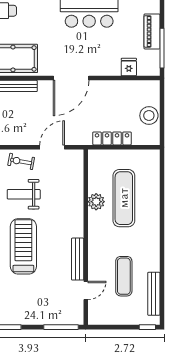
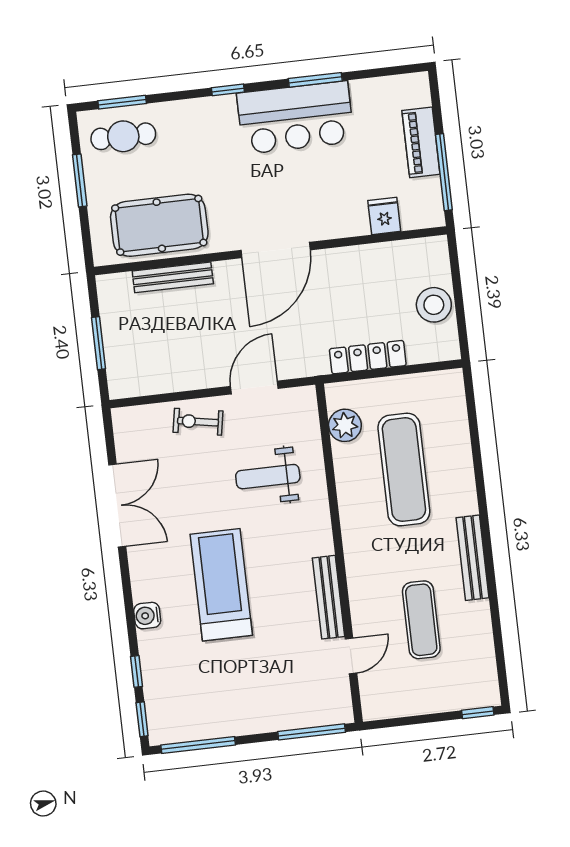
weight bench: (24, 194) -> (268, 477), moved
plant: (96, 202) -> (345, 425), moved
bench: (154, 294) -> (473, 558), moved

